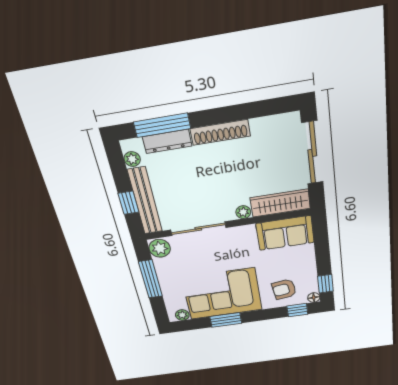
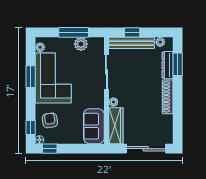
window: (162, 125) -> (178, 64), width x0.69
plant: (160, 248) -> (81, 44), moved

